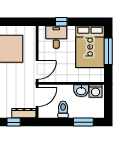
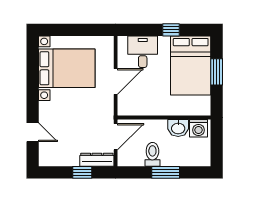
window: (61, 22) -> (171, 30), moved
window: (108, 51) -> (217, 72), width x0.69
door: (37, 70) -> (116, 81), moved
window: (83, 122) -> (166, 172), moved

